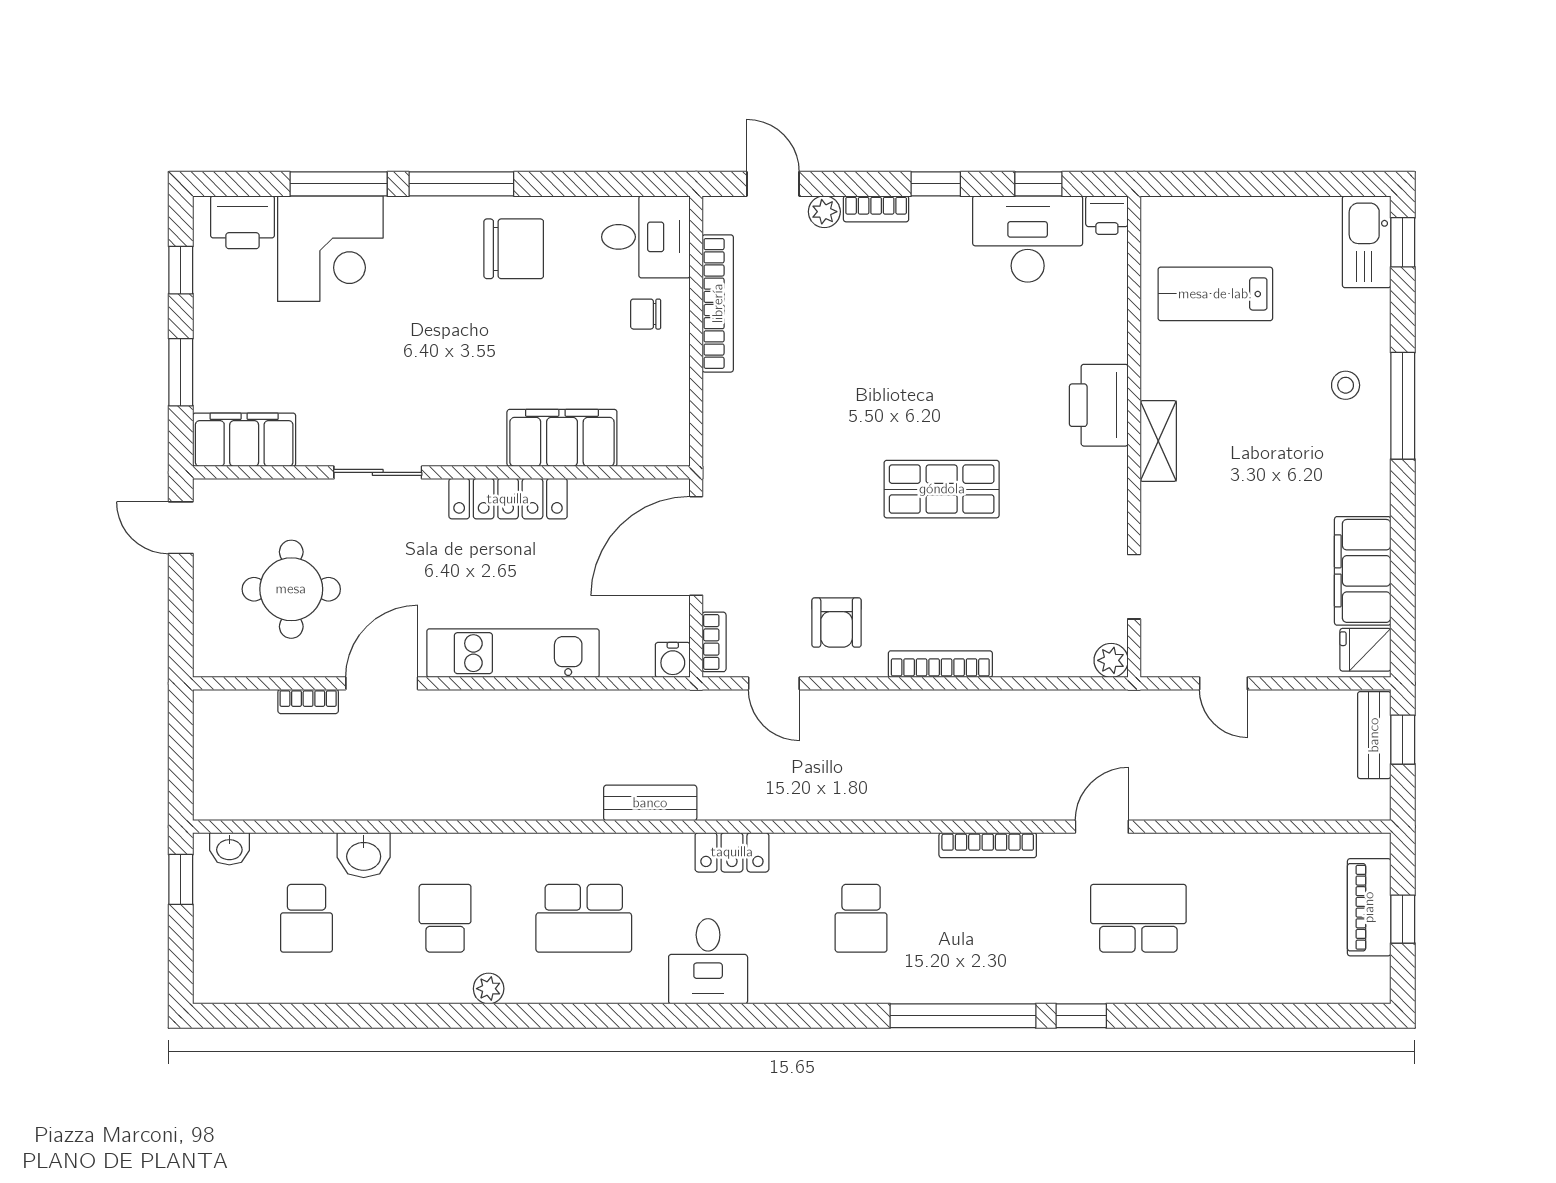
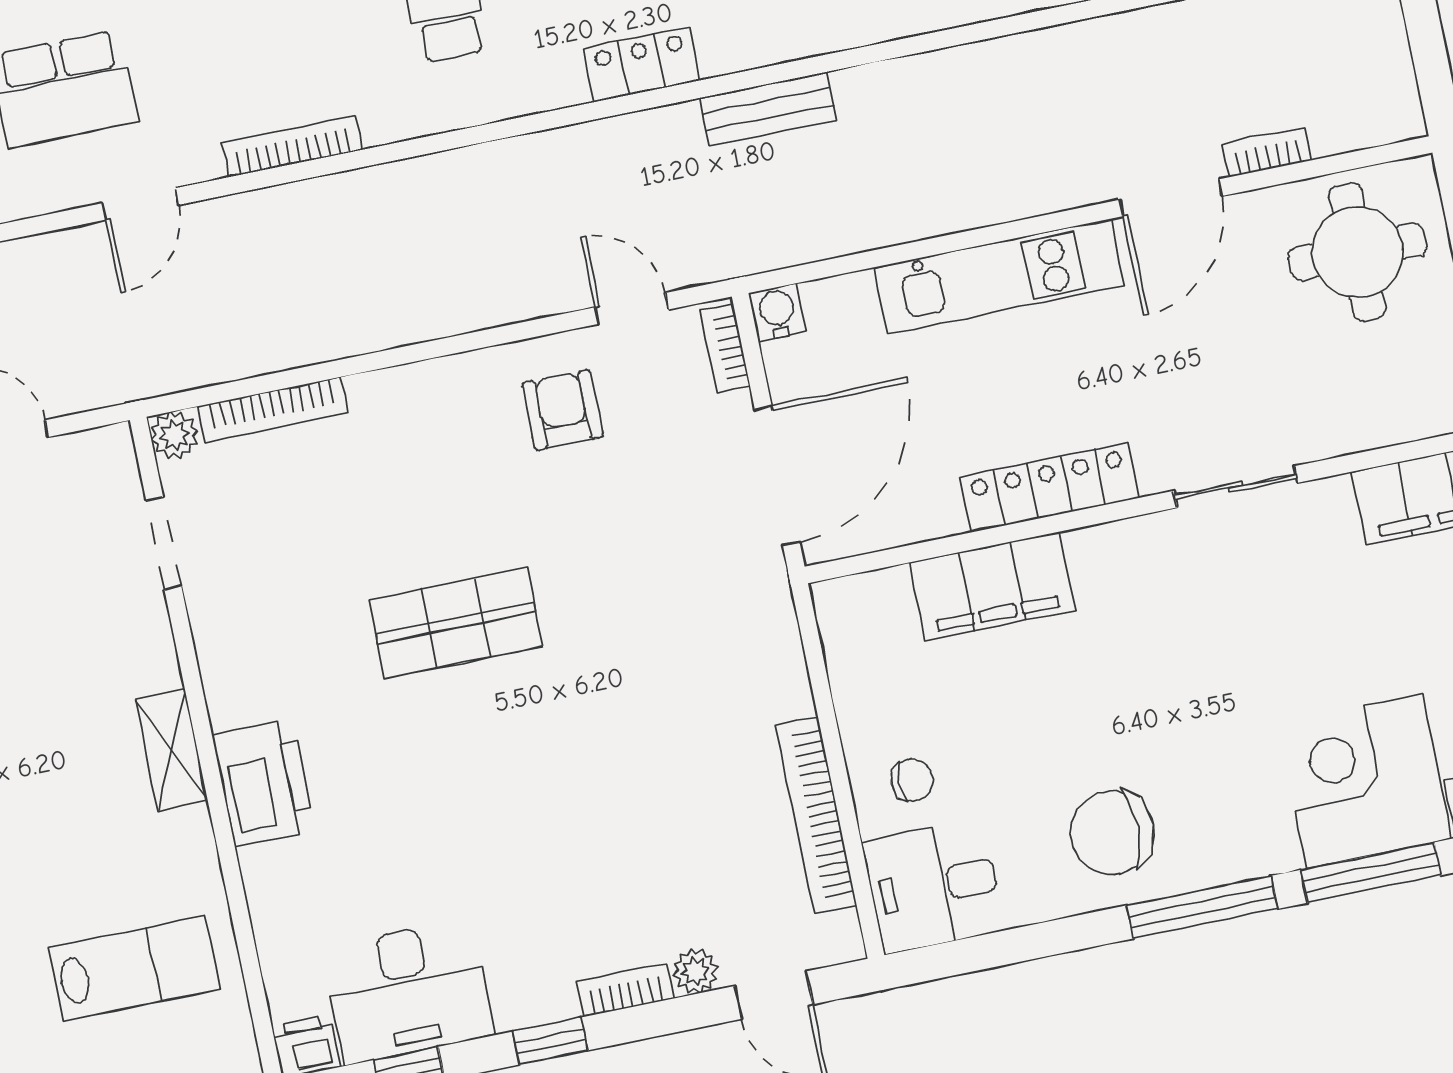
round table: (291, 589) -> (1357, 252), moved
bookcase: (940, 664) -> (273, 410), moved

